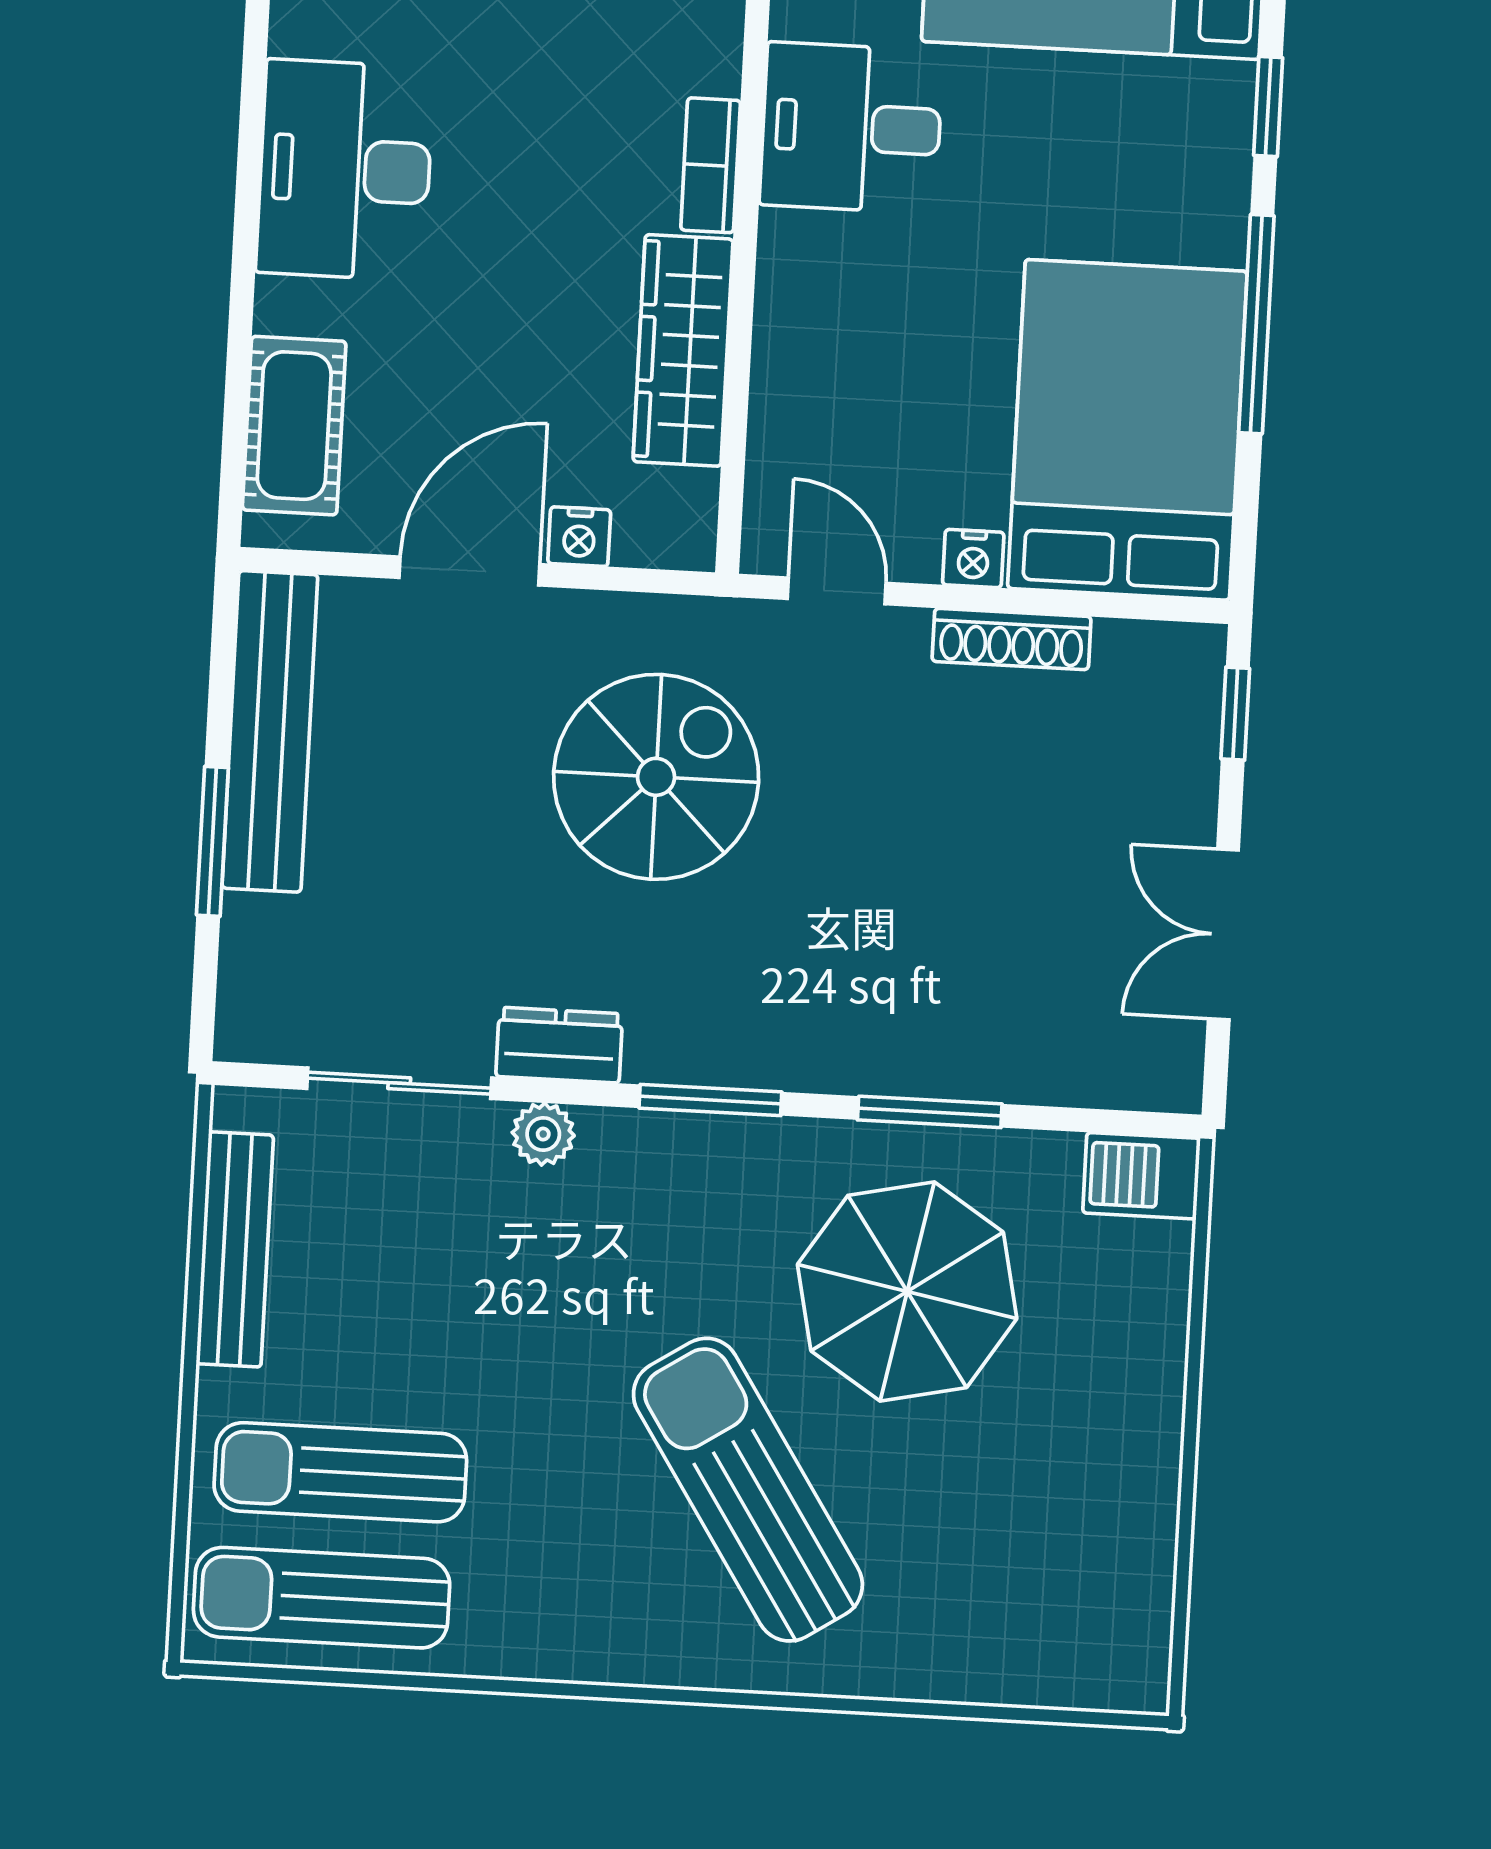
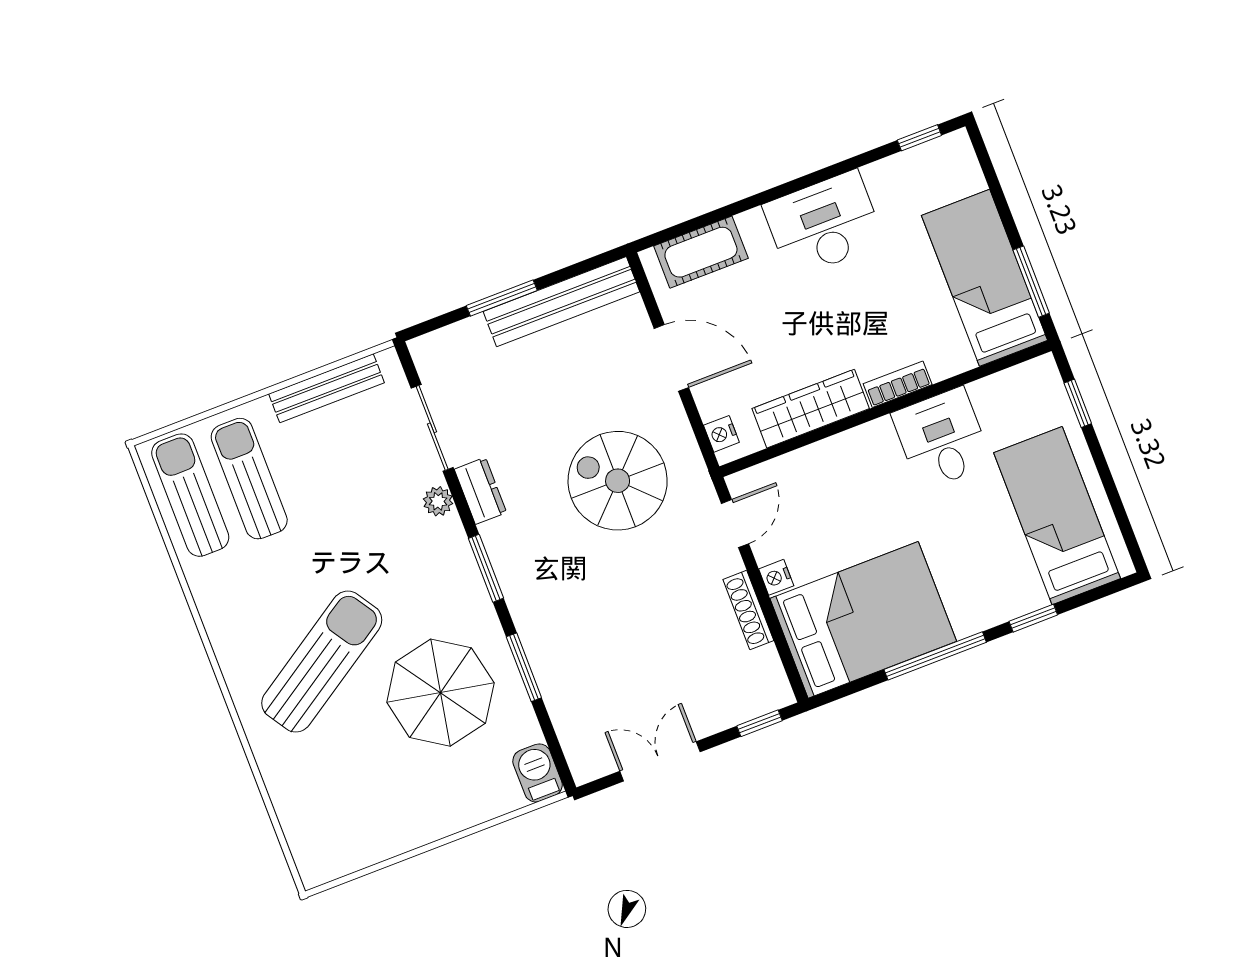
nightstand: (579, 537) -> (721, 434), moved
spiral stairs: (656, 777) -> (618, 481), turned 180

